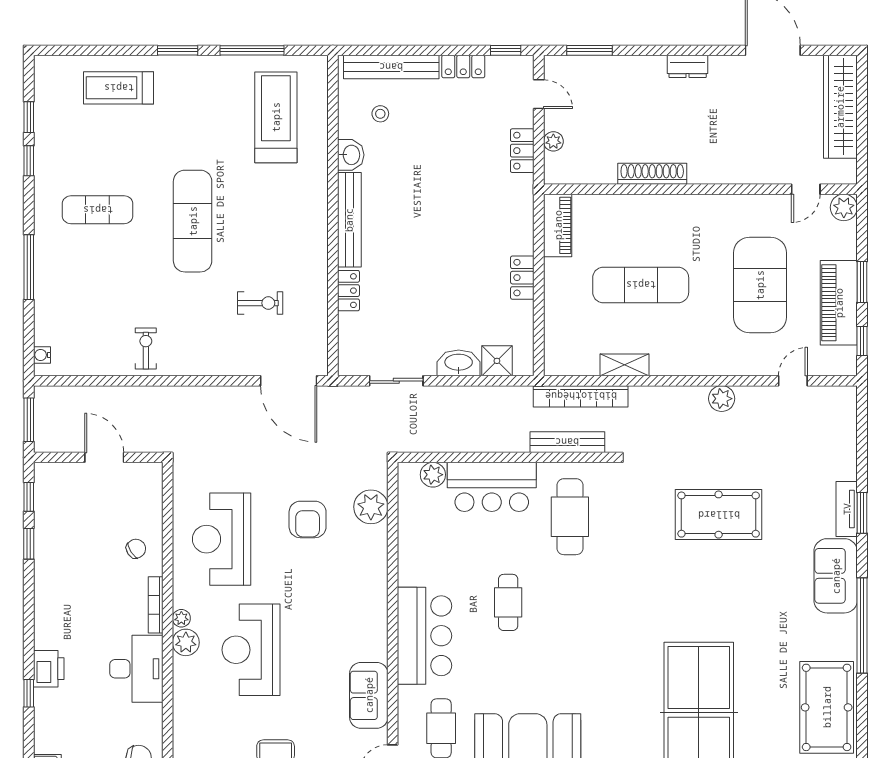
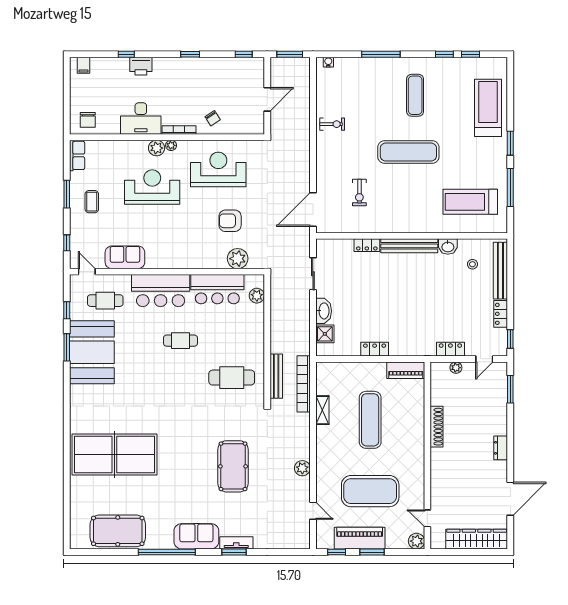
treadmill: (119, 88) -> (488, 108), width x1.37, depth x1.38
treadmill: (276, 117) -> (470, 202), turned 180
bar counter: (492, 487) -> (217, 289), moved, turned -90
window: (29, 544) -> (190, 54), moved

